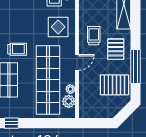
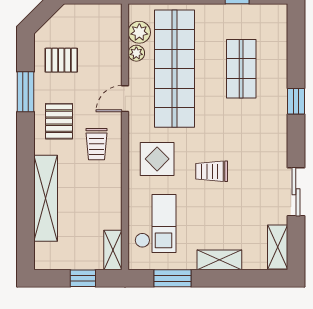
trolley: (17, 49) -> (212, 171), moved
window: (135, 66) -> (25, 92), width x0.69
pallet: (114, 85) -> (61, 60), width x0.67, depth x0.71

